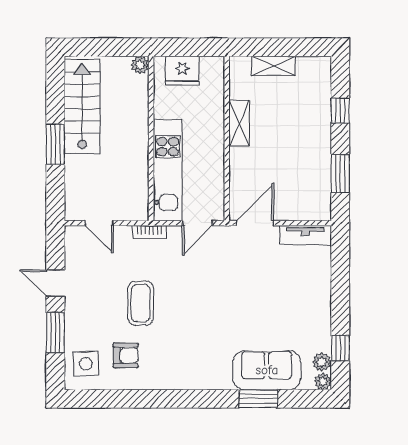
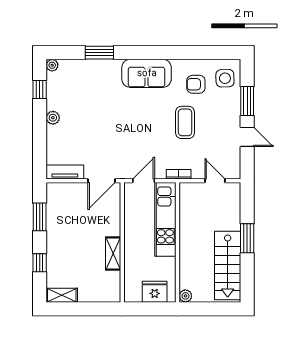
shelving: (274, 66) -> (62, 295), moved
plant: (322, 362) -> (53, 118), moved
sofa: (267, 370) -> (147, 73), moved

